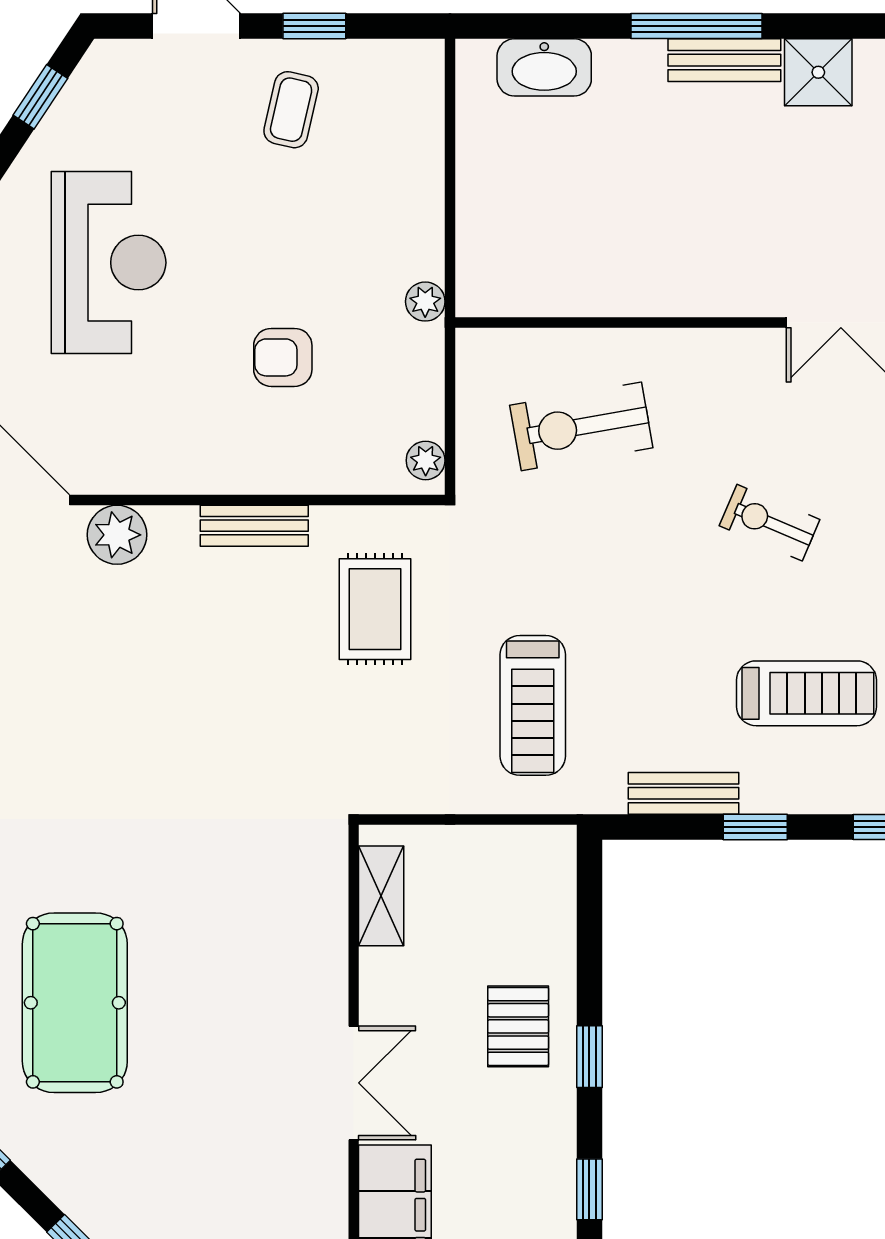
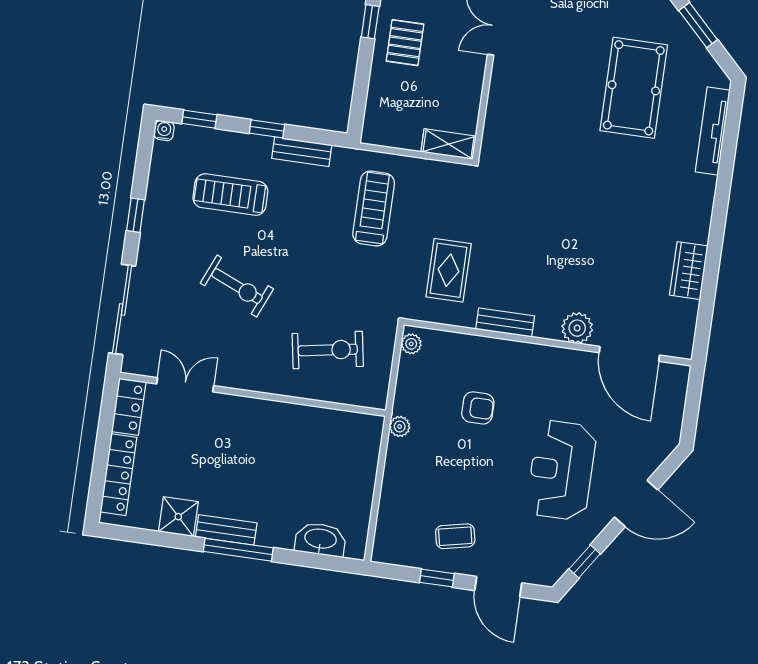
coffee table: (291, 110) -> (455, 536), turned 65
exercise bike: (770, 523) -> (237, 286), width x1.38, depth x1.39
shelving: (381, 896) -> (449, 144), moved, turned 90

